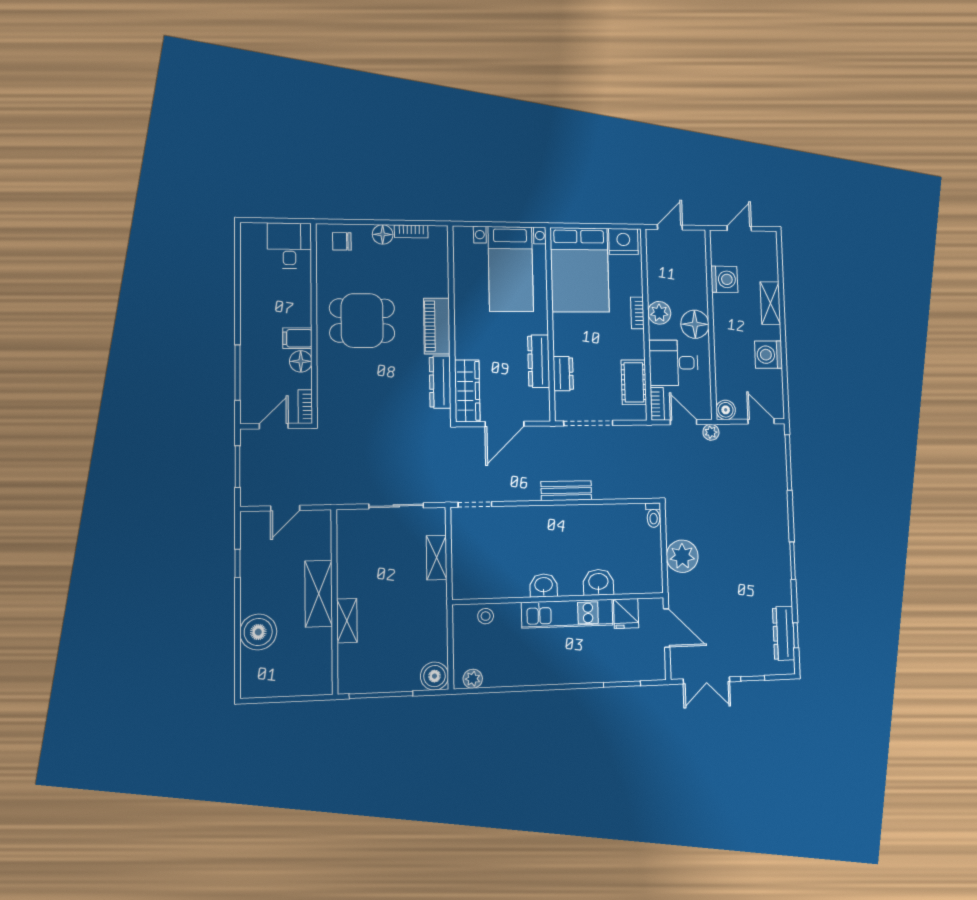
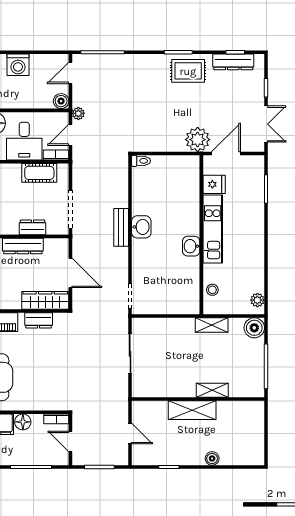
dresser: (440, 382) -> (39, 320), width x0.70
plant: (682, 556) -> (198, 140), moved
shelving: (437, 558) -> (212, 325), moved
rug: (770, 574) -> (188, 71), added
washbasin: (598, 582) -> (141, 227), moved, turned 180
boiler: (258, 632) -> (212, 458), width x0.54, depth x0.54

